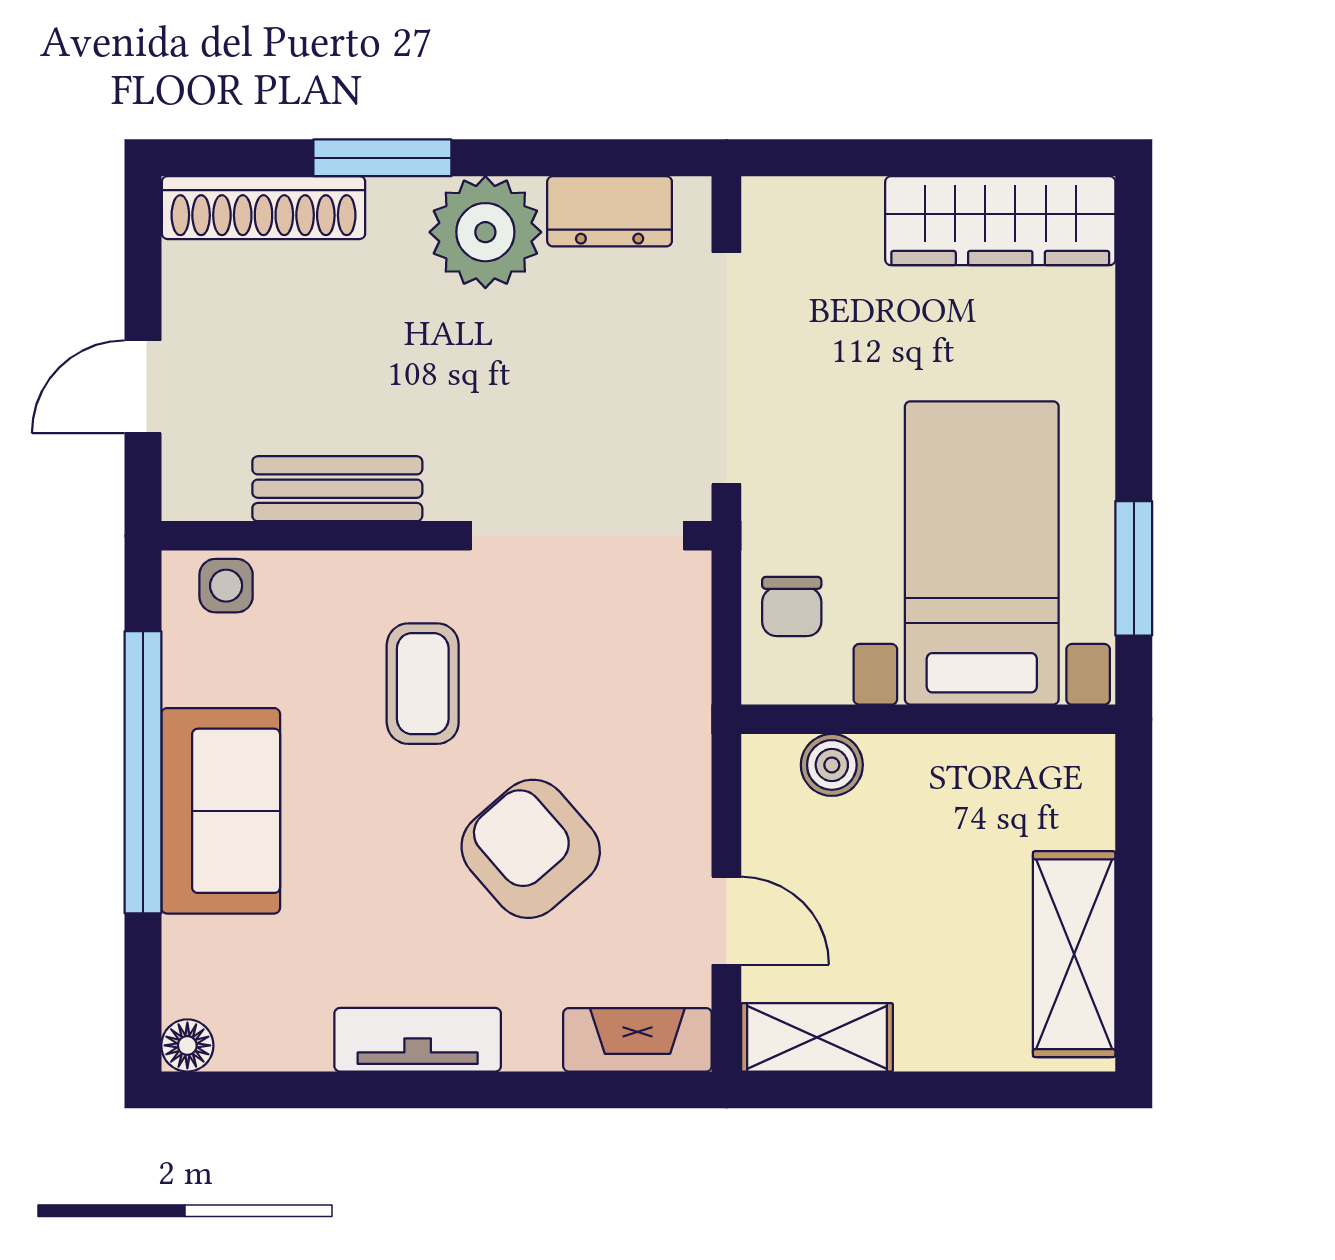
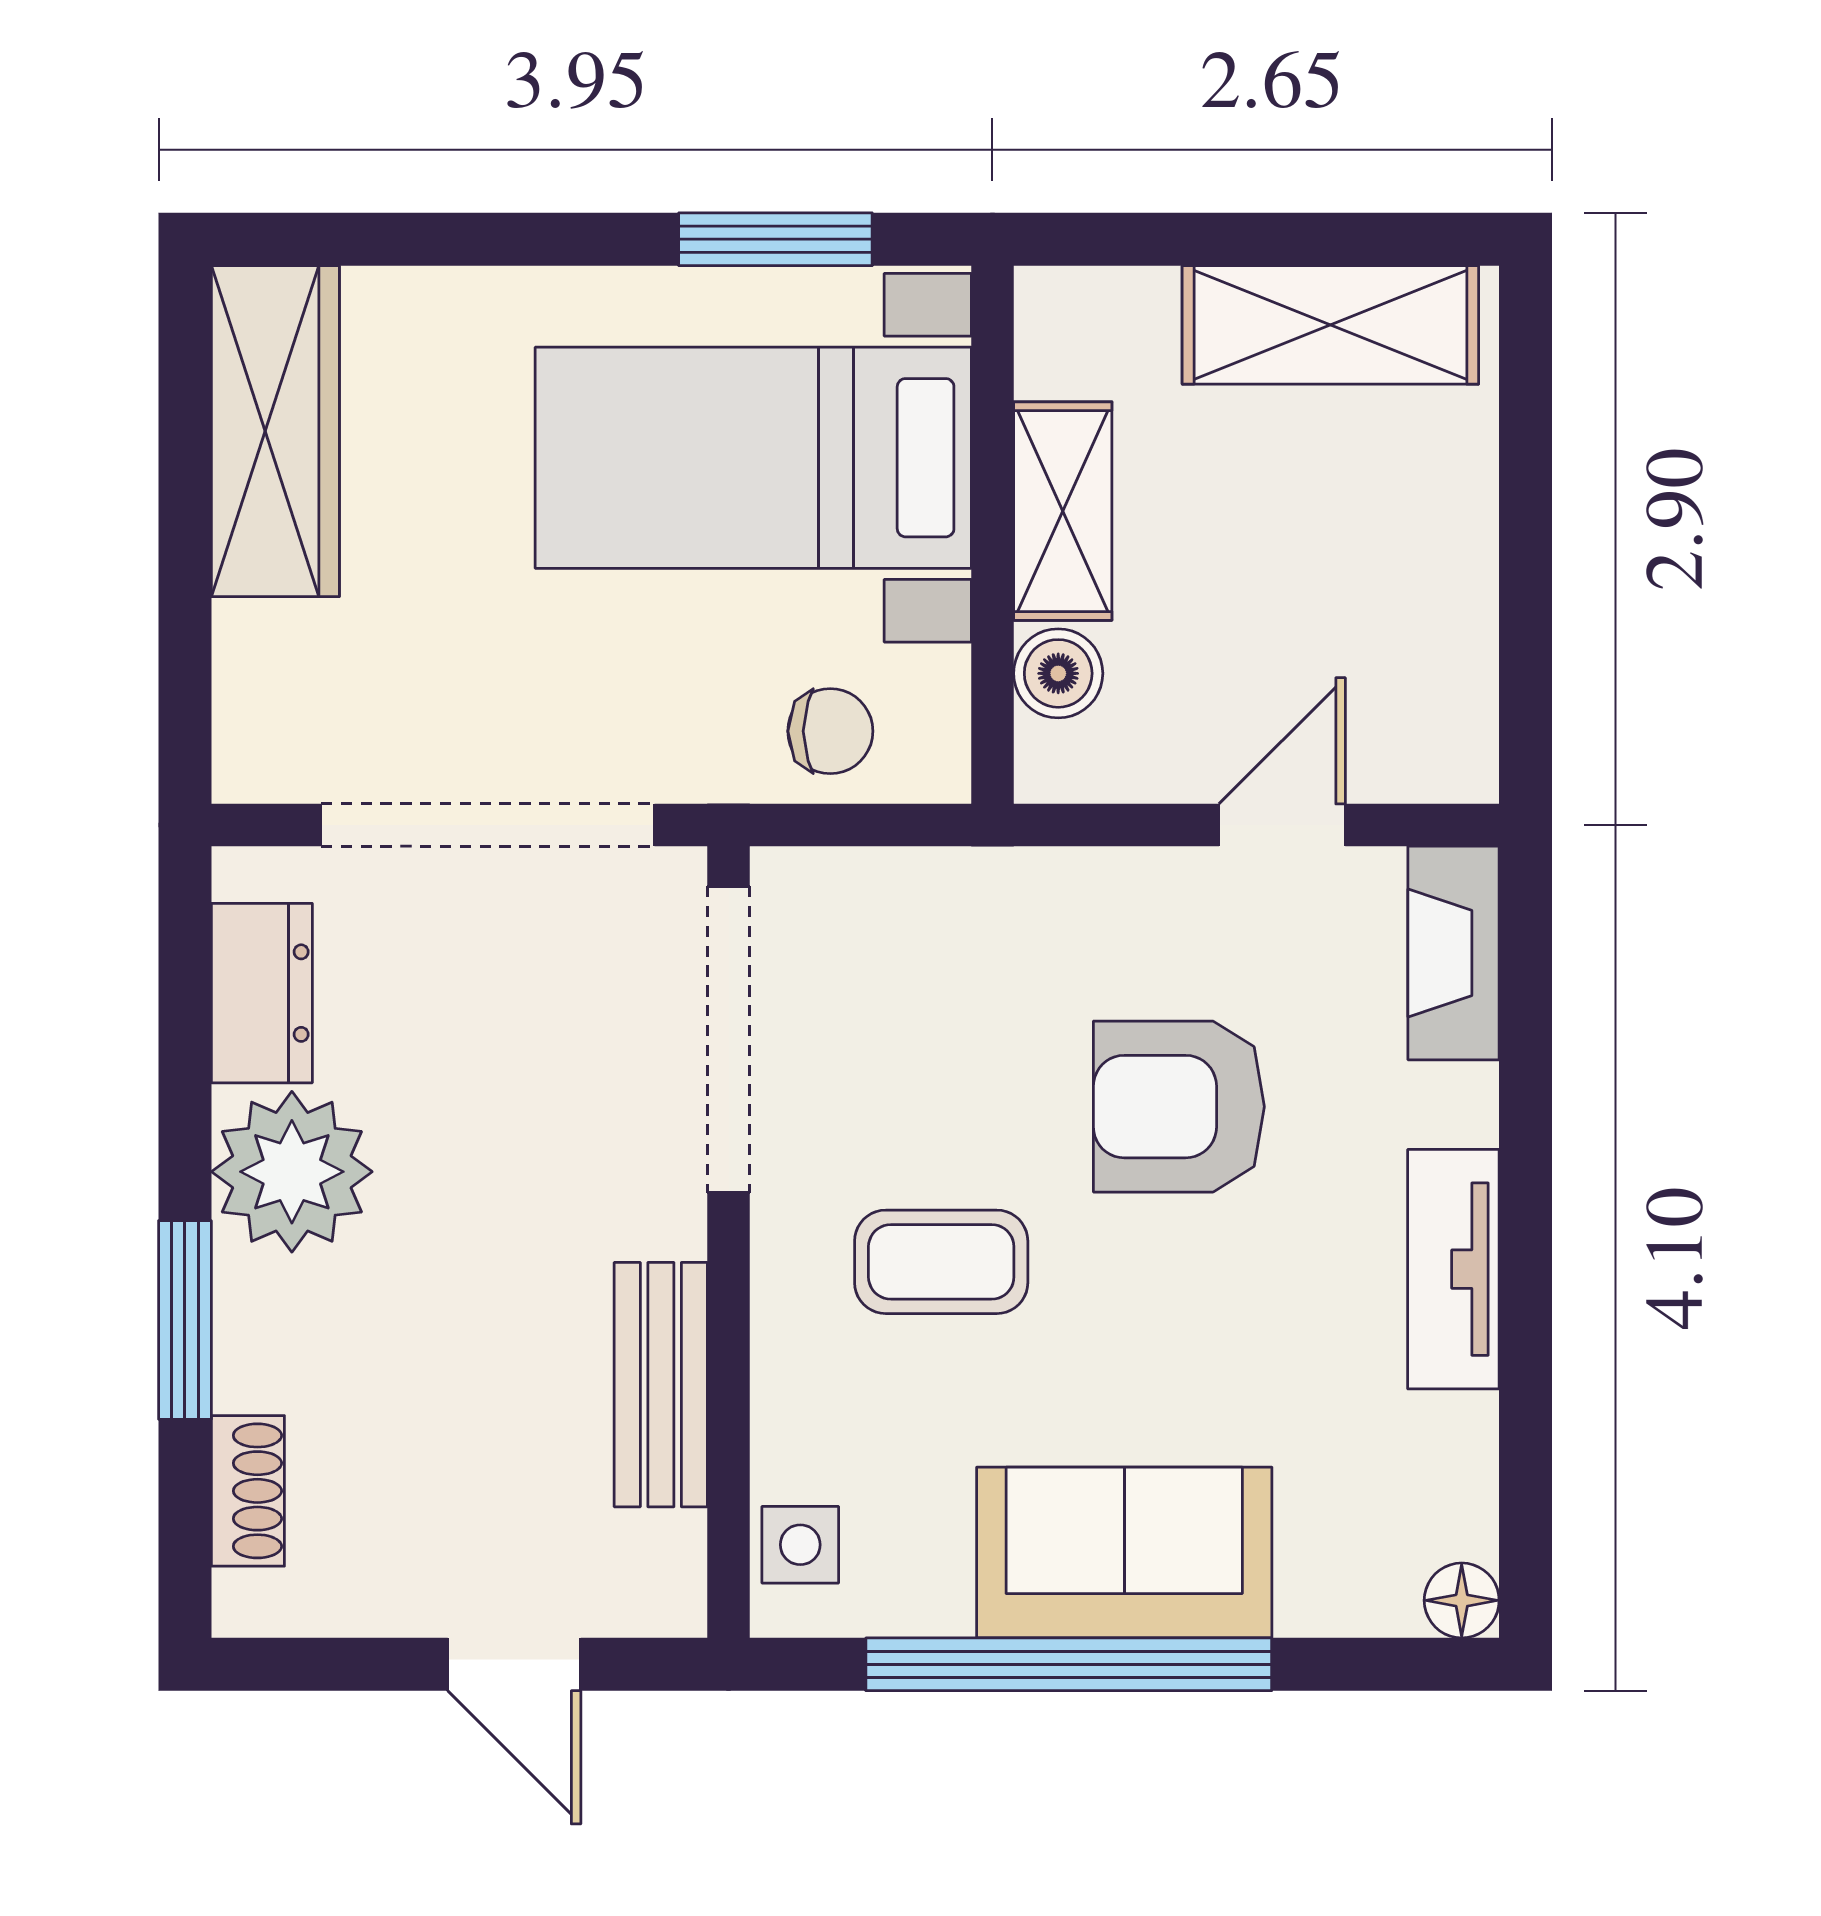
shoe rack: (263, 208) -> (248, 1491), width x0.51, depth x0.81
armchair: (531, 849) -> (1179, 1107), turned 41
shelving: (817, 1037) -> (1063, 511), moved

